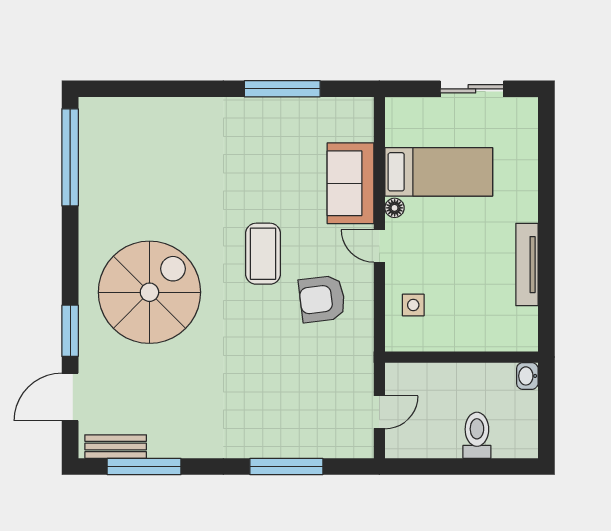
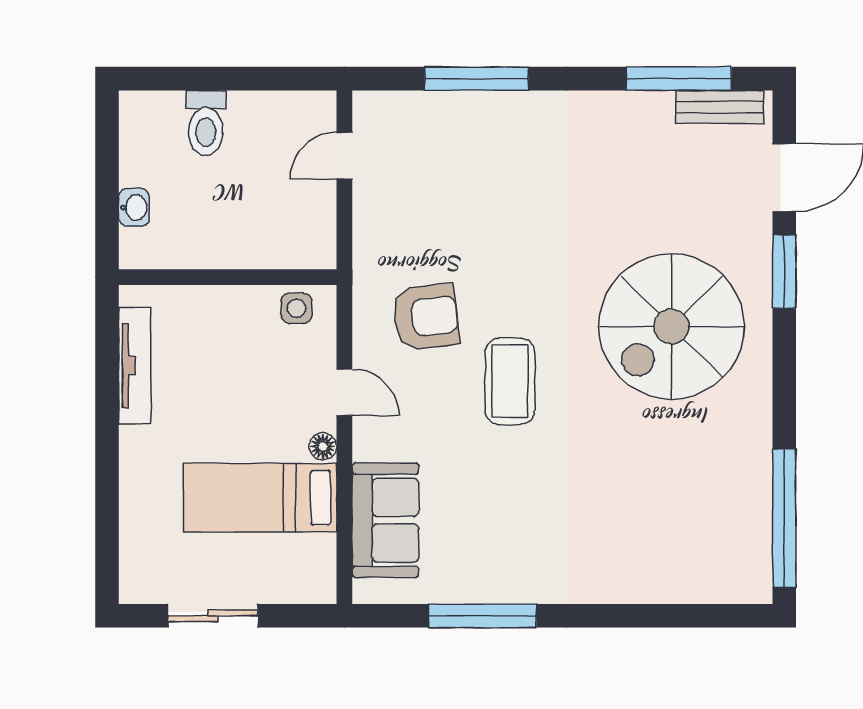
sofa: (351, 183) -> (385, 520), moved
wall: (462, 357) -> (228, 277), moved

